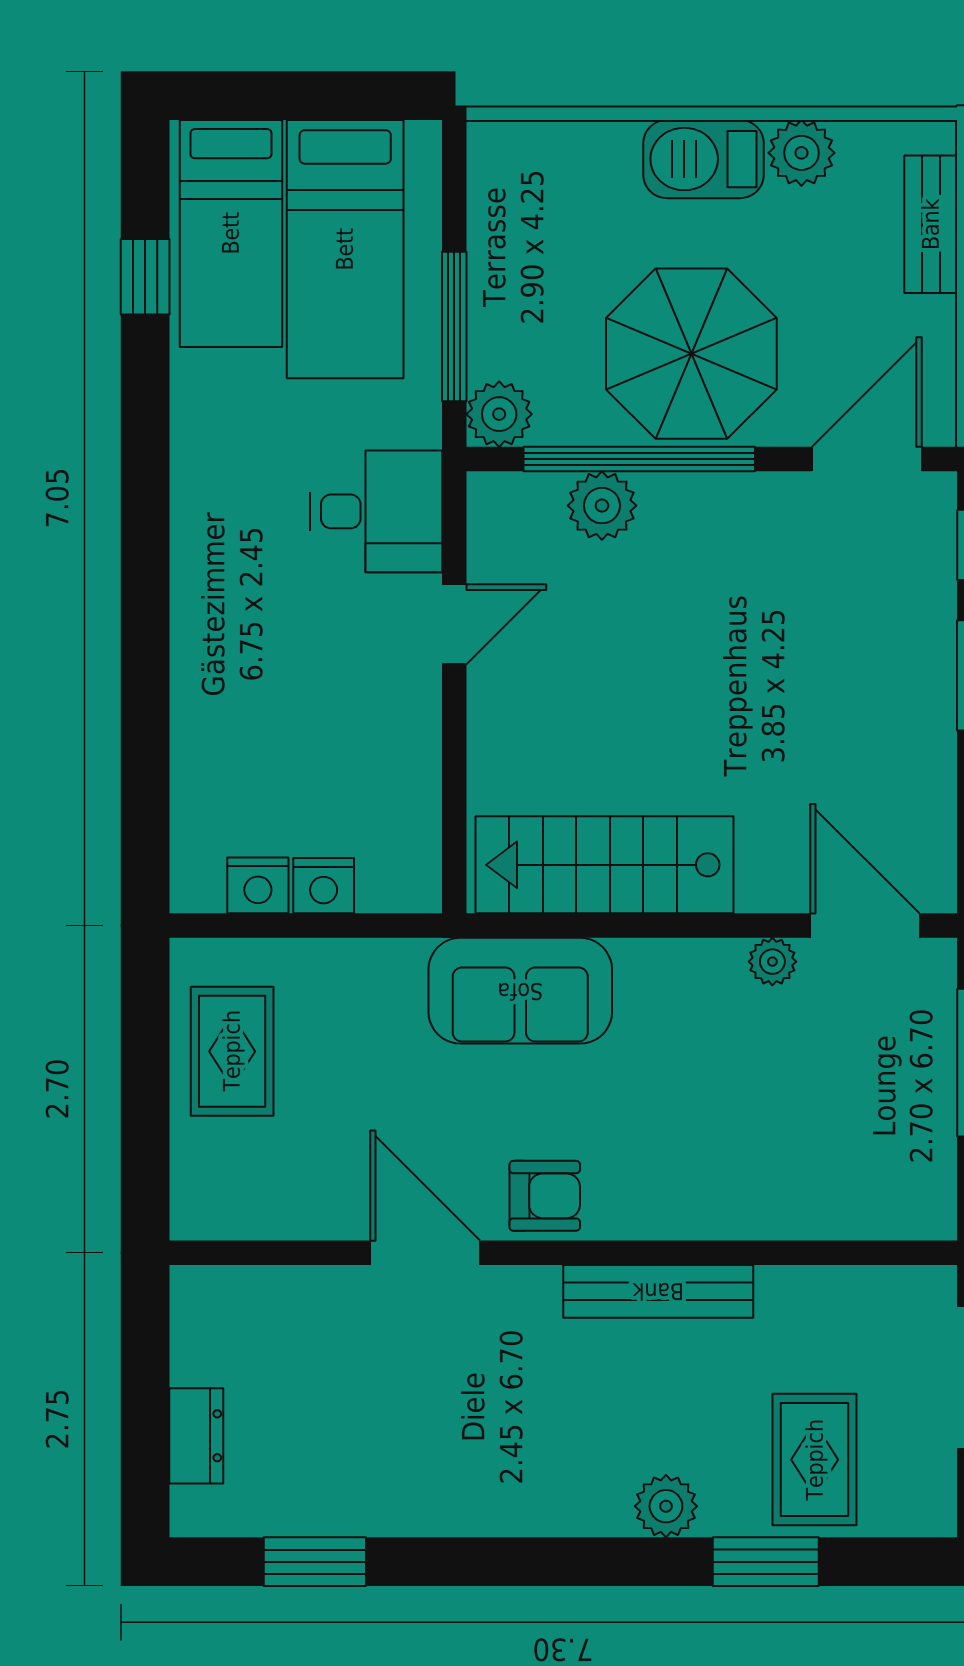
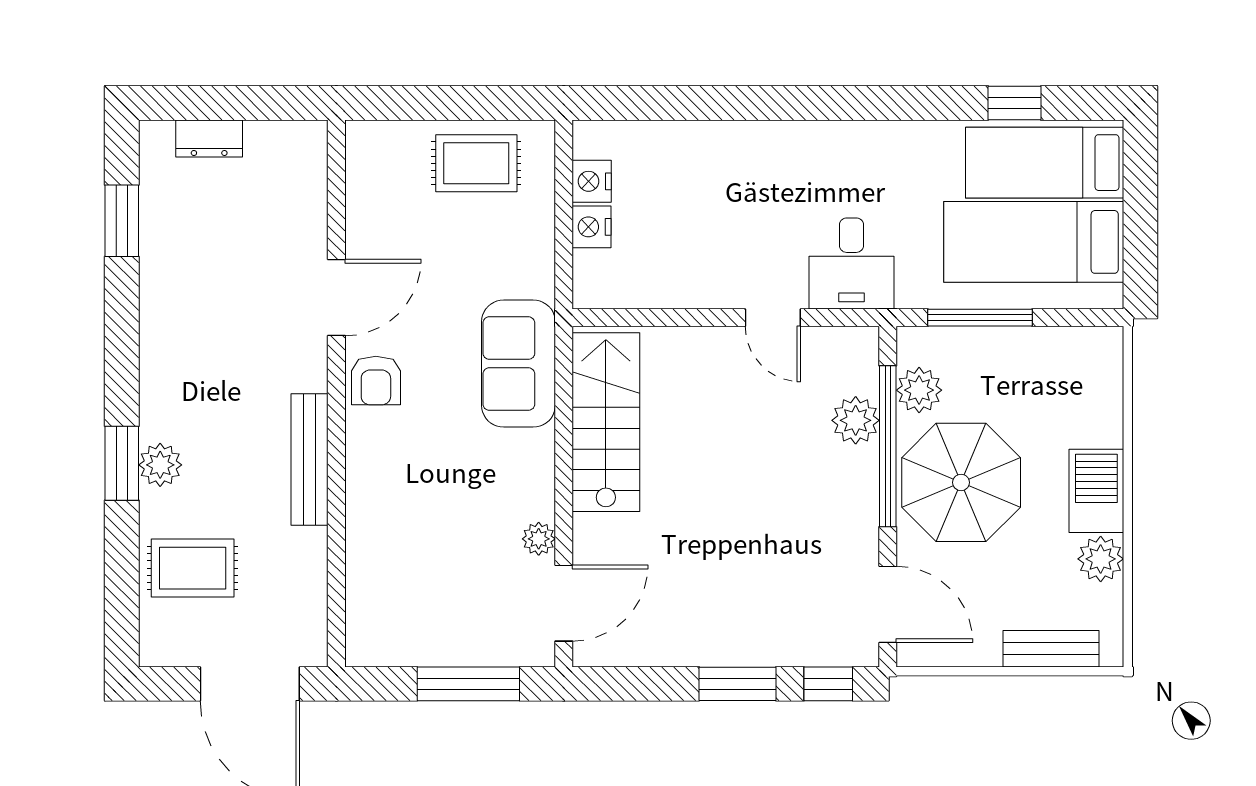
plant: (499, 414) -> (919, 390), moved
window: (766, 1562) -> (122, 463), moved

